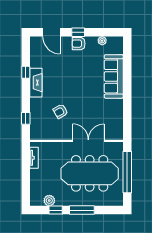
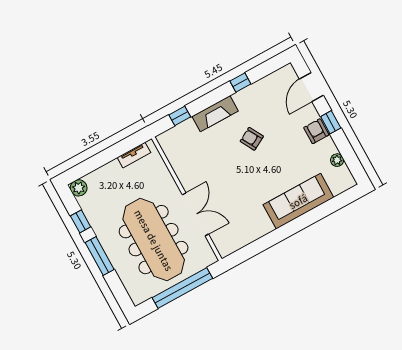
fireplace: (36, 83) -> (215, 114), moved
armchair: (60, 111) -> (252, 139), moved
plant: (49, 201) -> (79, 188), moved

